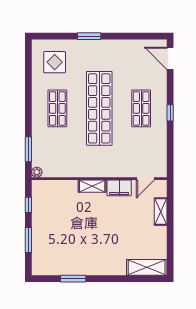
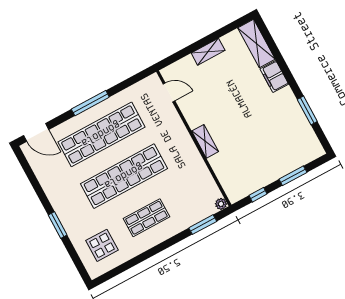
door: (170, 58) -> (36, 132), hinge flipped
shop shelf: (141, 108) -> (101, 134), width x2.00, depth x1.36
window: (170, 113) -> (90, 103), width x2.17
filing cabinet: (119, 188) -> (274, 76), moved, turned 180
shelving: (161, 212) -> (208, 52), moved

